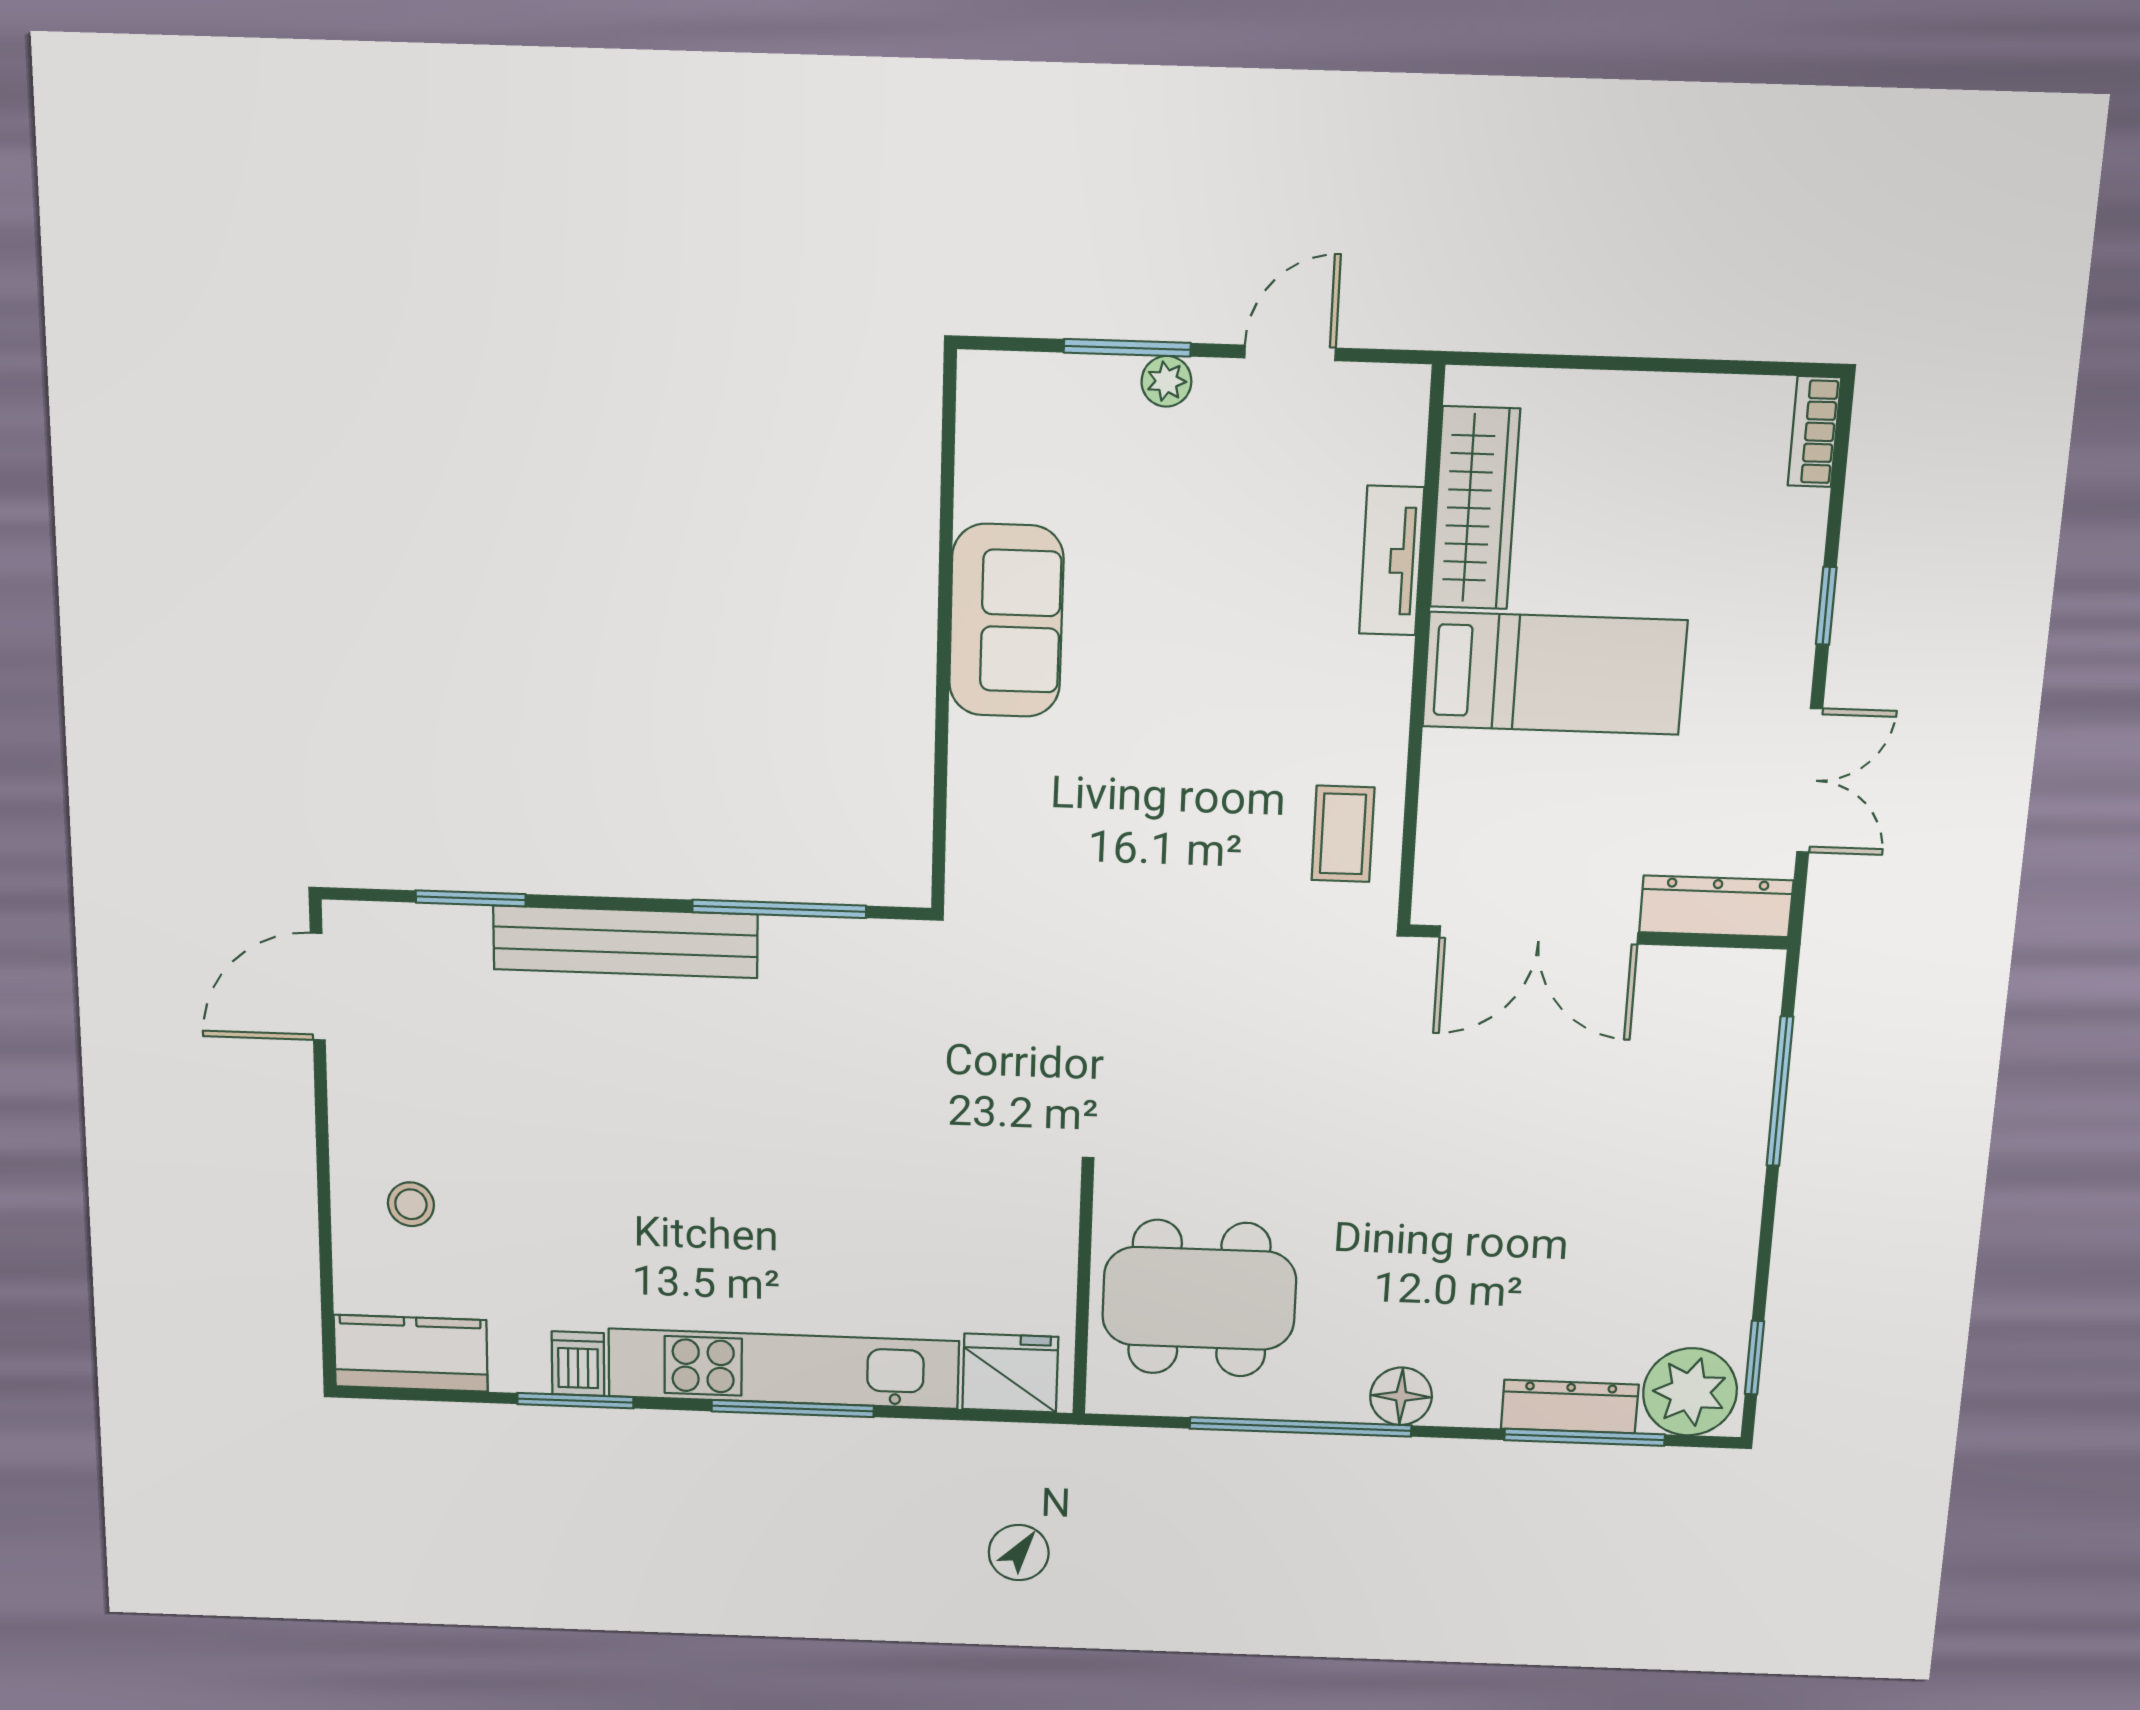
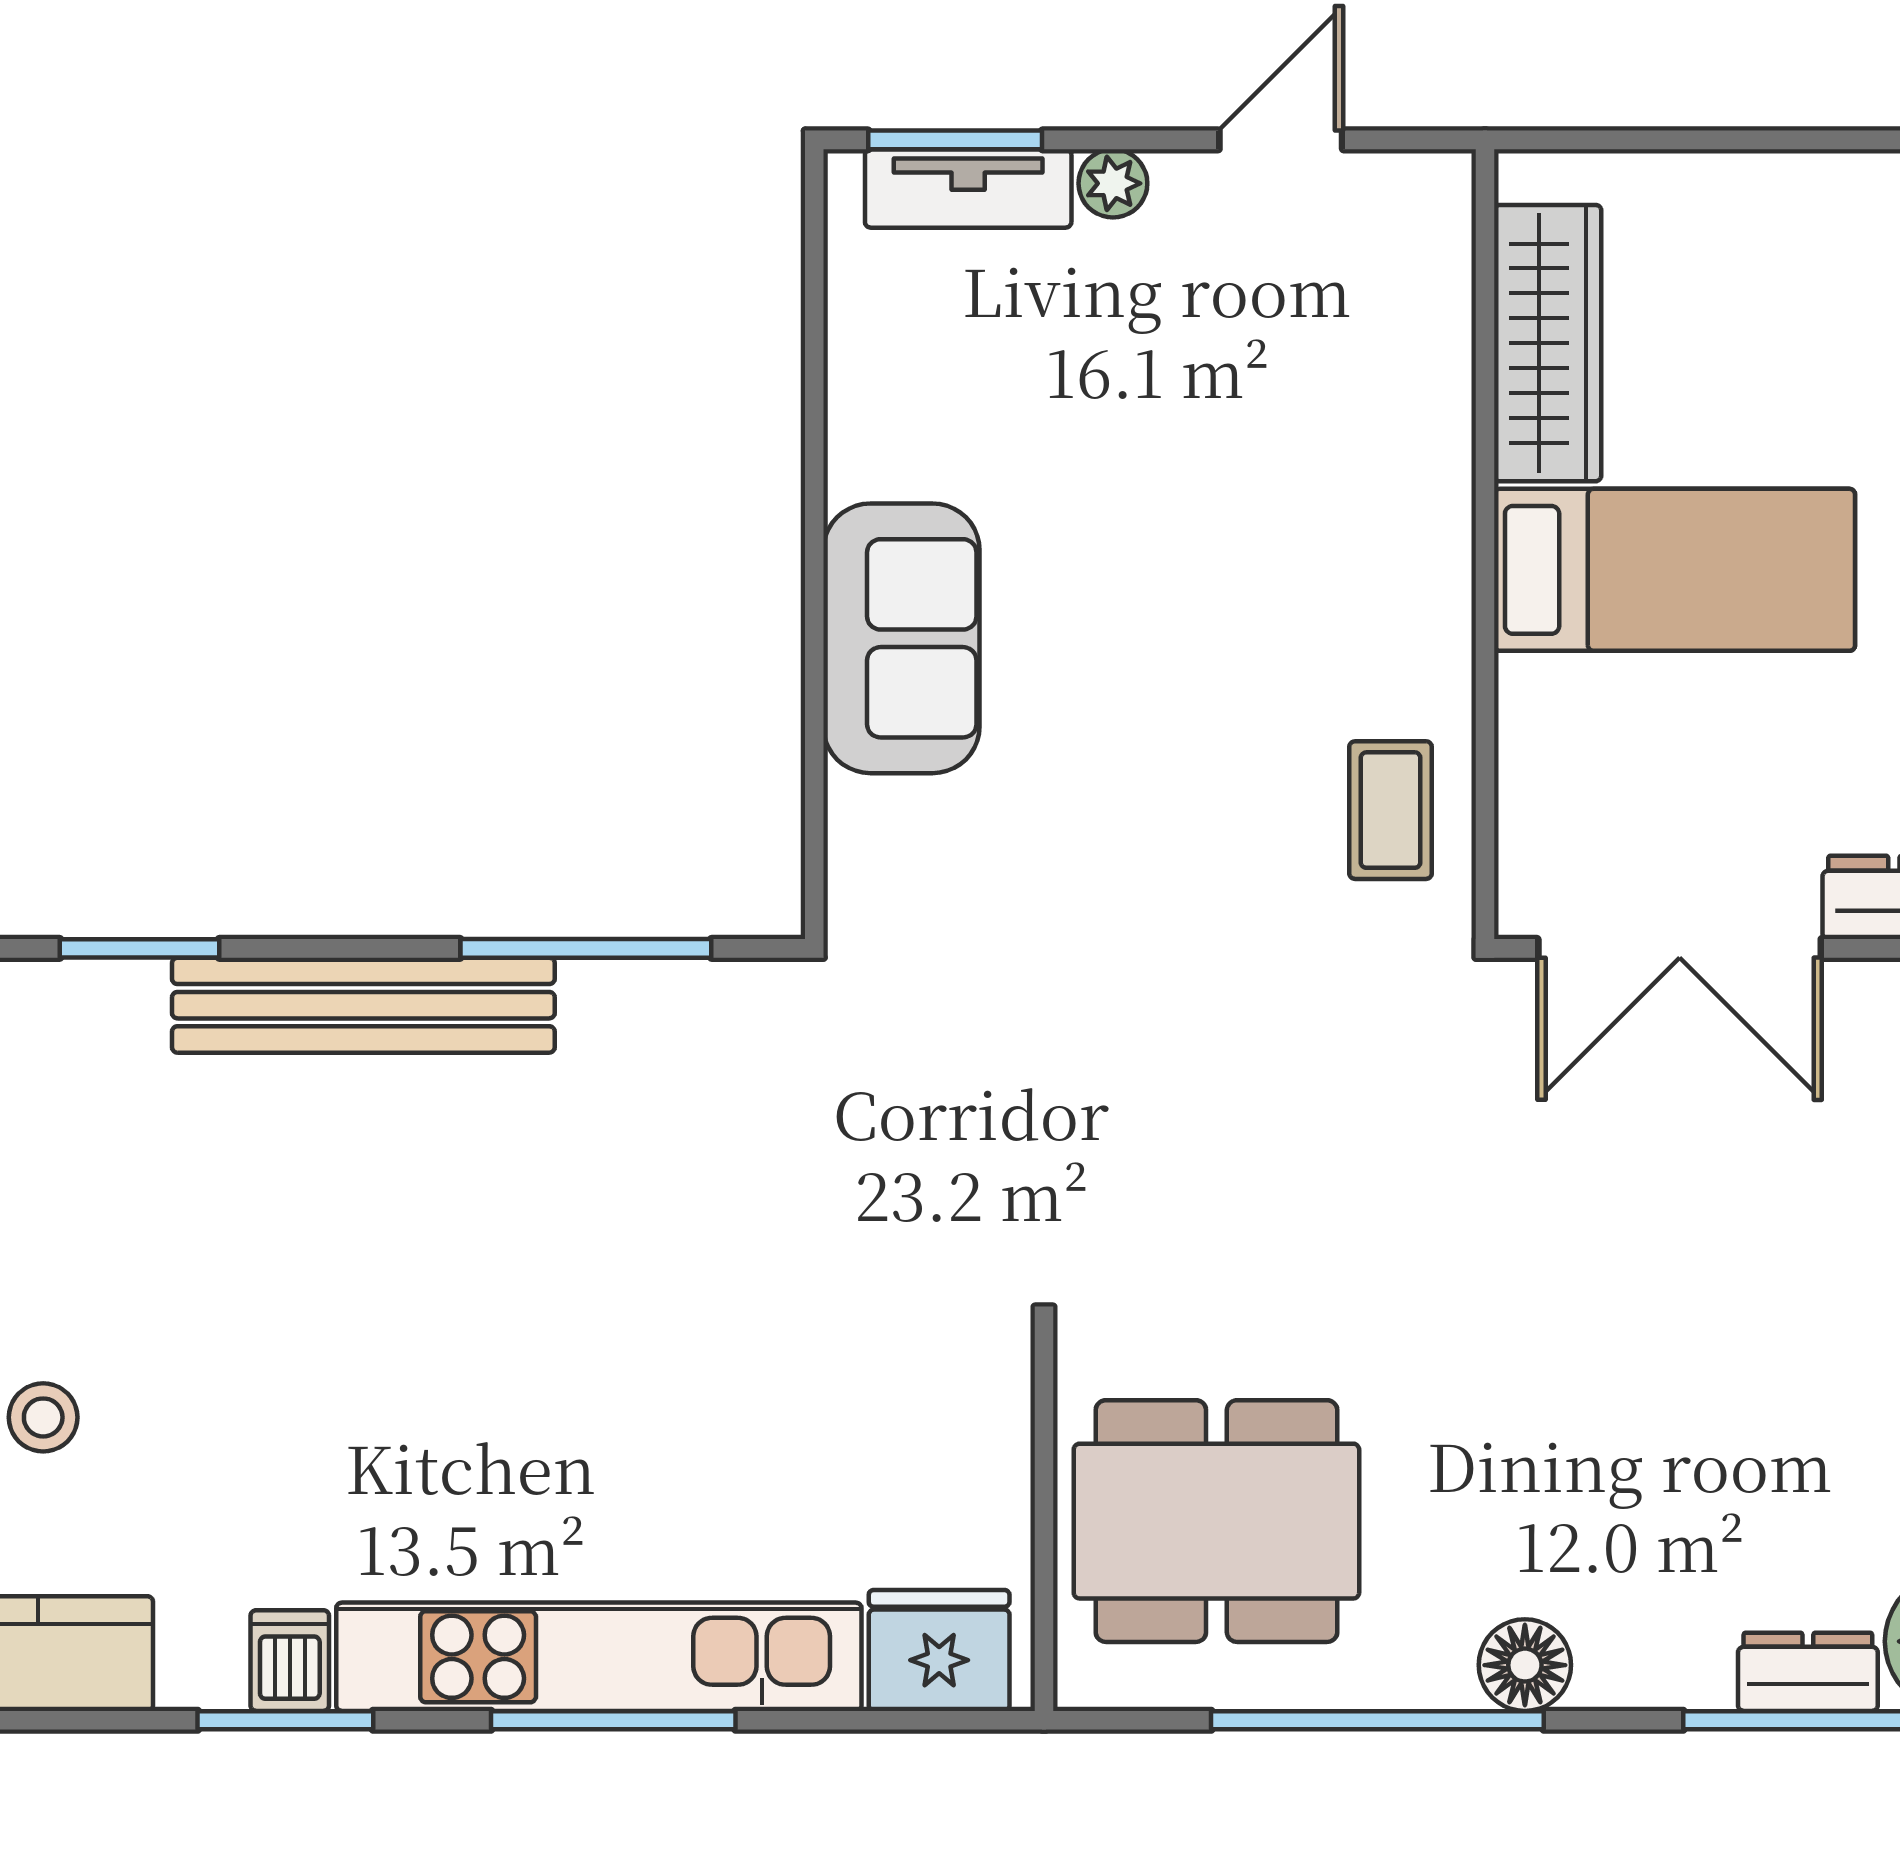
window: (1127, 348) -> (955, 140), moved
tv unit: (1391, 561) -> (968, 188), moved, turned -90
sofa: (1006, 621) -> (901, 638), moved
dresser: (1570, 1407) -> (1808, 1672), width x0.70

